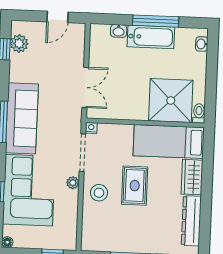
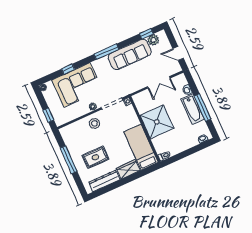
double door: (85, 87) -> (159, 82), moved
shower: (171, 101) -> (157, 122), moved
sofa: (22, 118) -> (130, 54), moved
rug: (135, 186) -> (95, 157), moved

